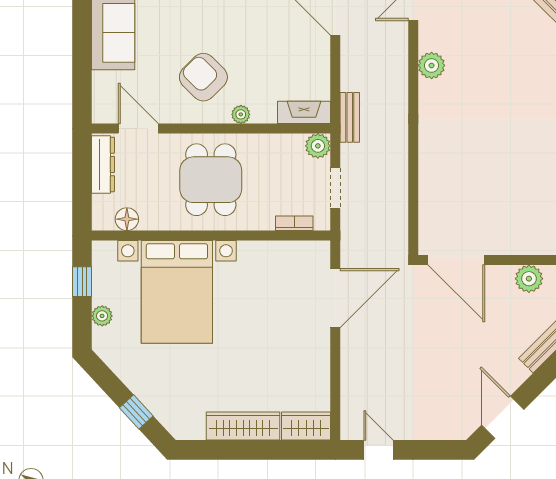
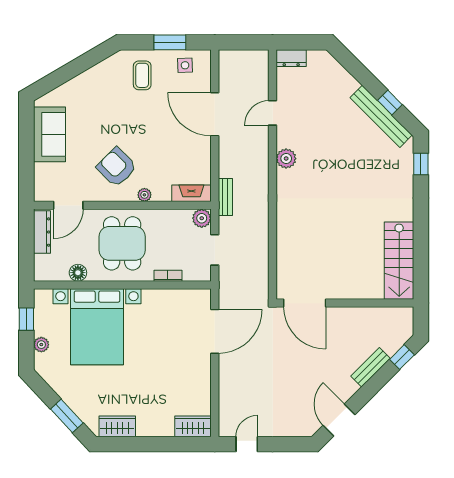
door: (138, 128) -> (68, 205), swing flipped
floor lamp: (127, 219) -> (78, 273), moved
bookcase: (294, 223) -> (168, 276), moved
plant: (529, 279) -> (359, 317), removed
window: (136, 412) -> (67, 416), width x1.50
wardrobe: (243, 426) -> (117, 426), moved, width x0.67
door: (378, 450) -> (247, 444), hinge flipped

